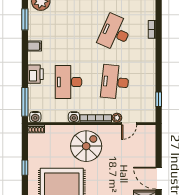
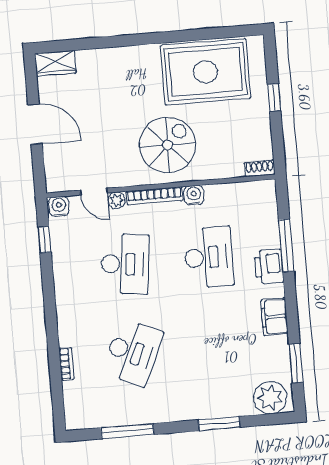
filing cabinet: (35, 46) -> (275, 317), width x2.00
window: (25, 102) -> (286, 245), moved
water cooler: (35, 117) -> (59, 206), moved
door: (129, 124) -> (94, 192), swing flipped
spiral stairs: (86, 146) -> (167, 145), turned 180
door: (159, 178) -> (35, 124), moved

